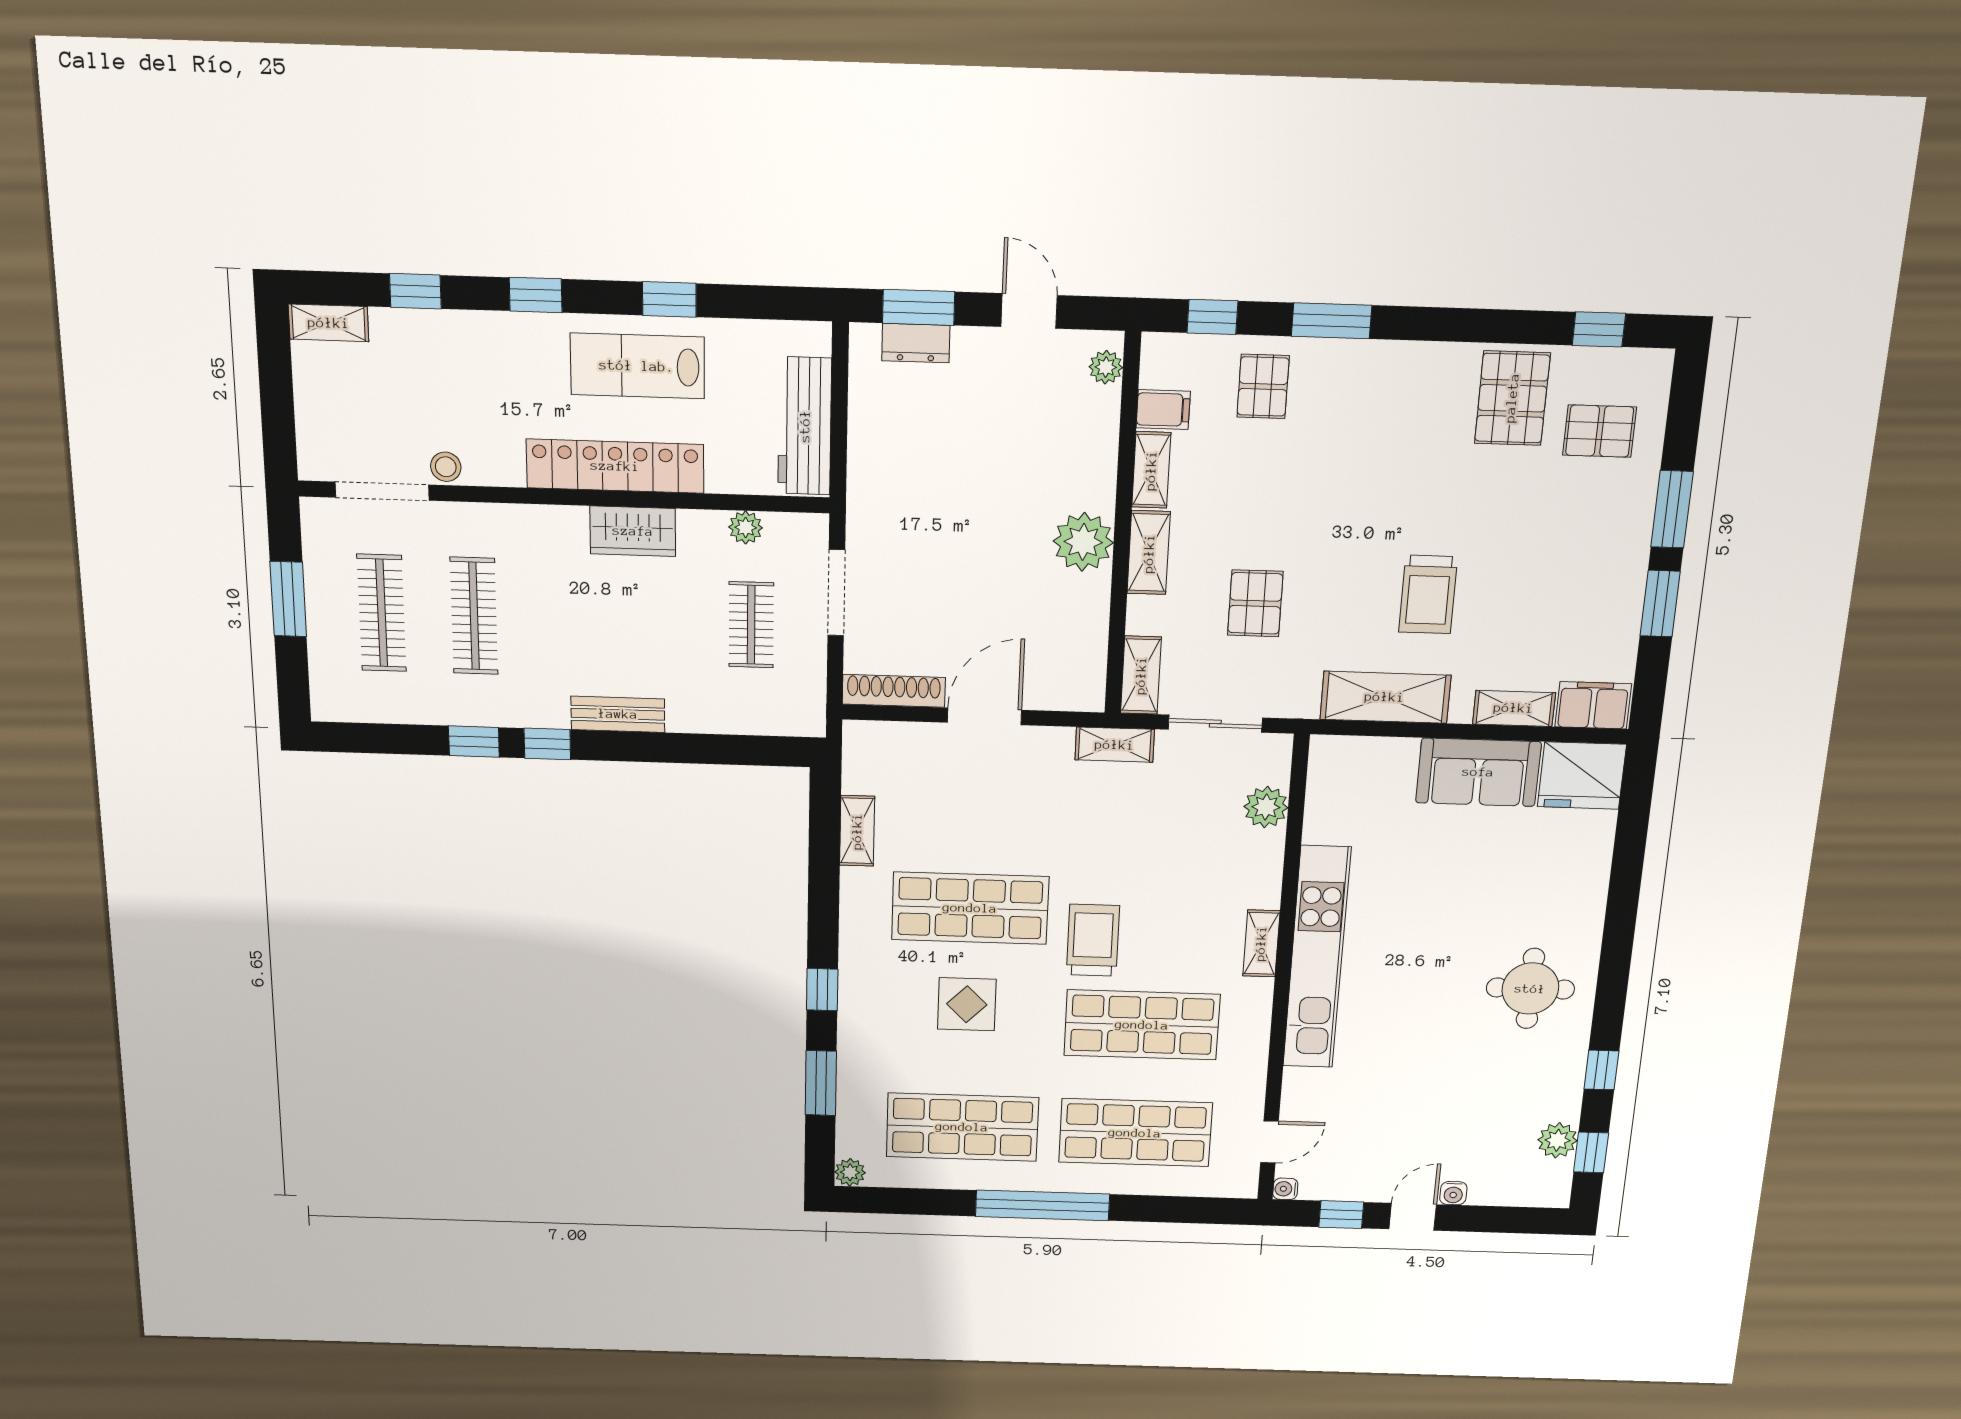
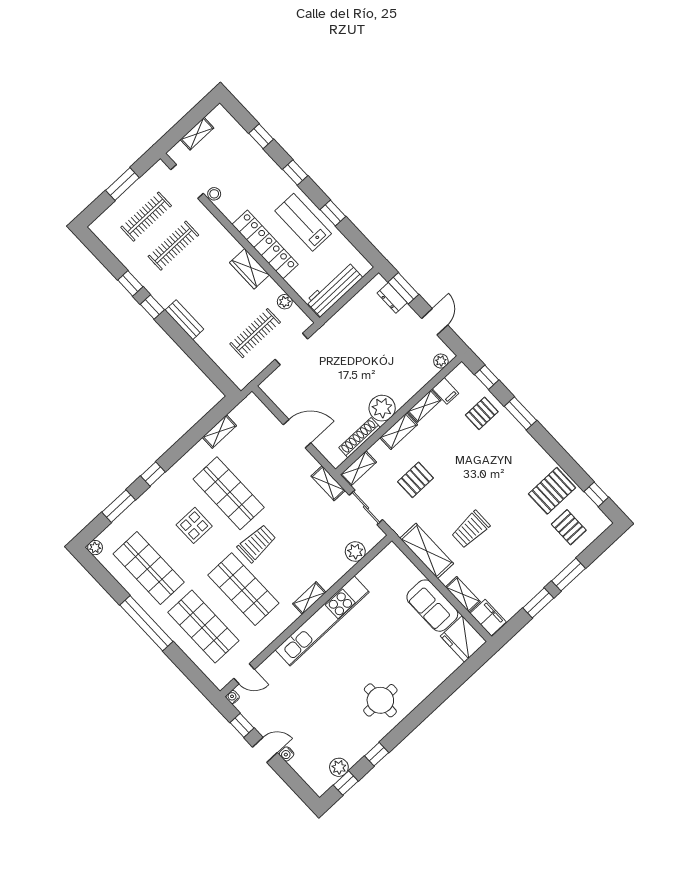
shelving: (329, 323) -> (197, 134), moved, turned 90
clothes rail: (751, 625) -> (255, 333), width x1.36
shoe rack: (894, 691) -> (360, 438), moved, turned -90

